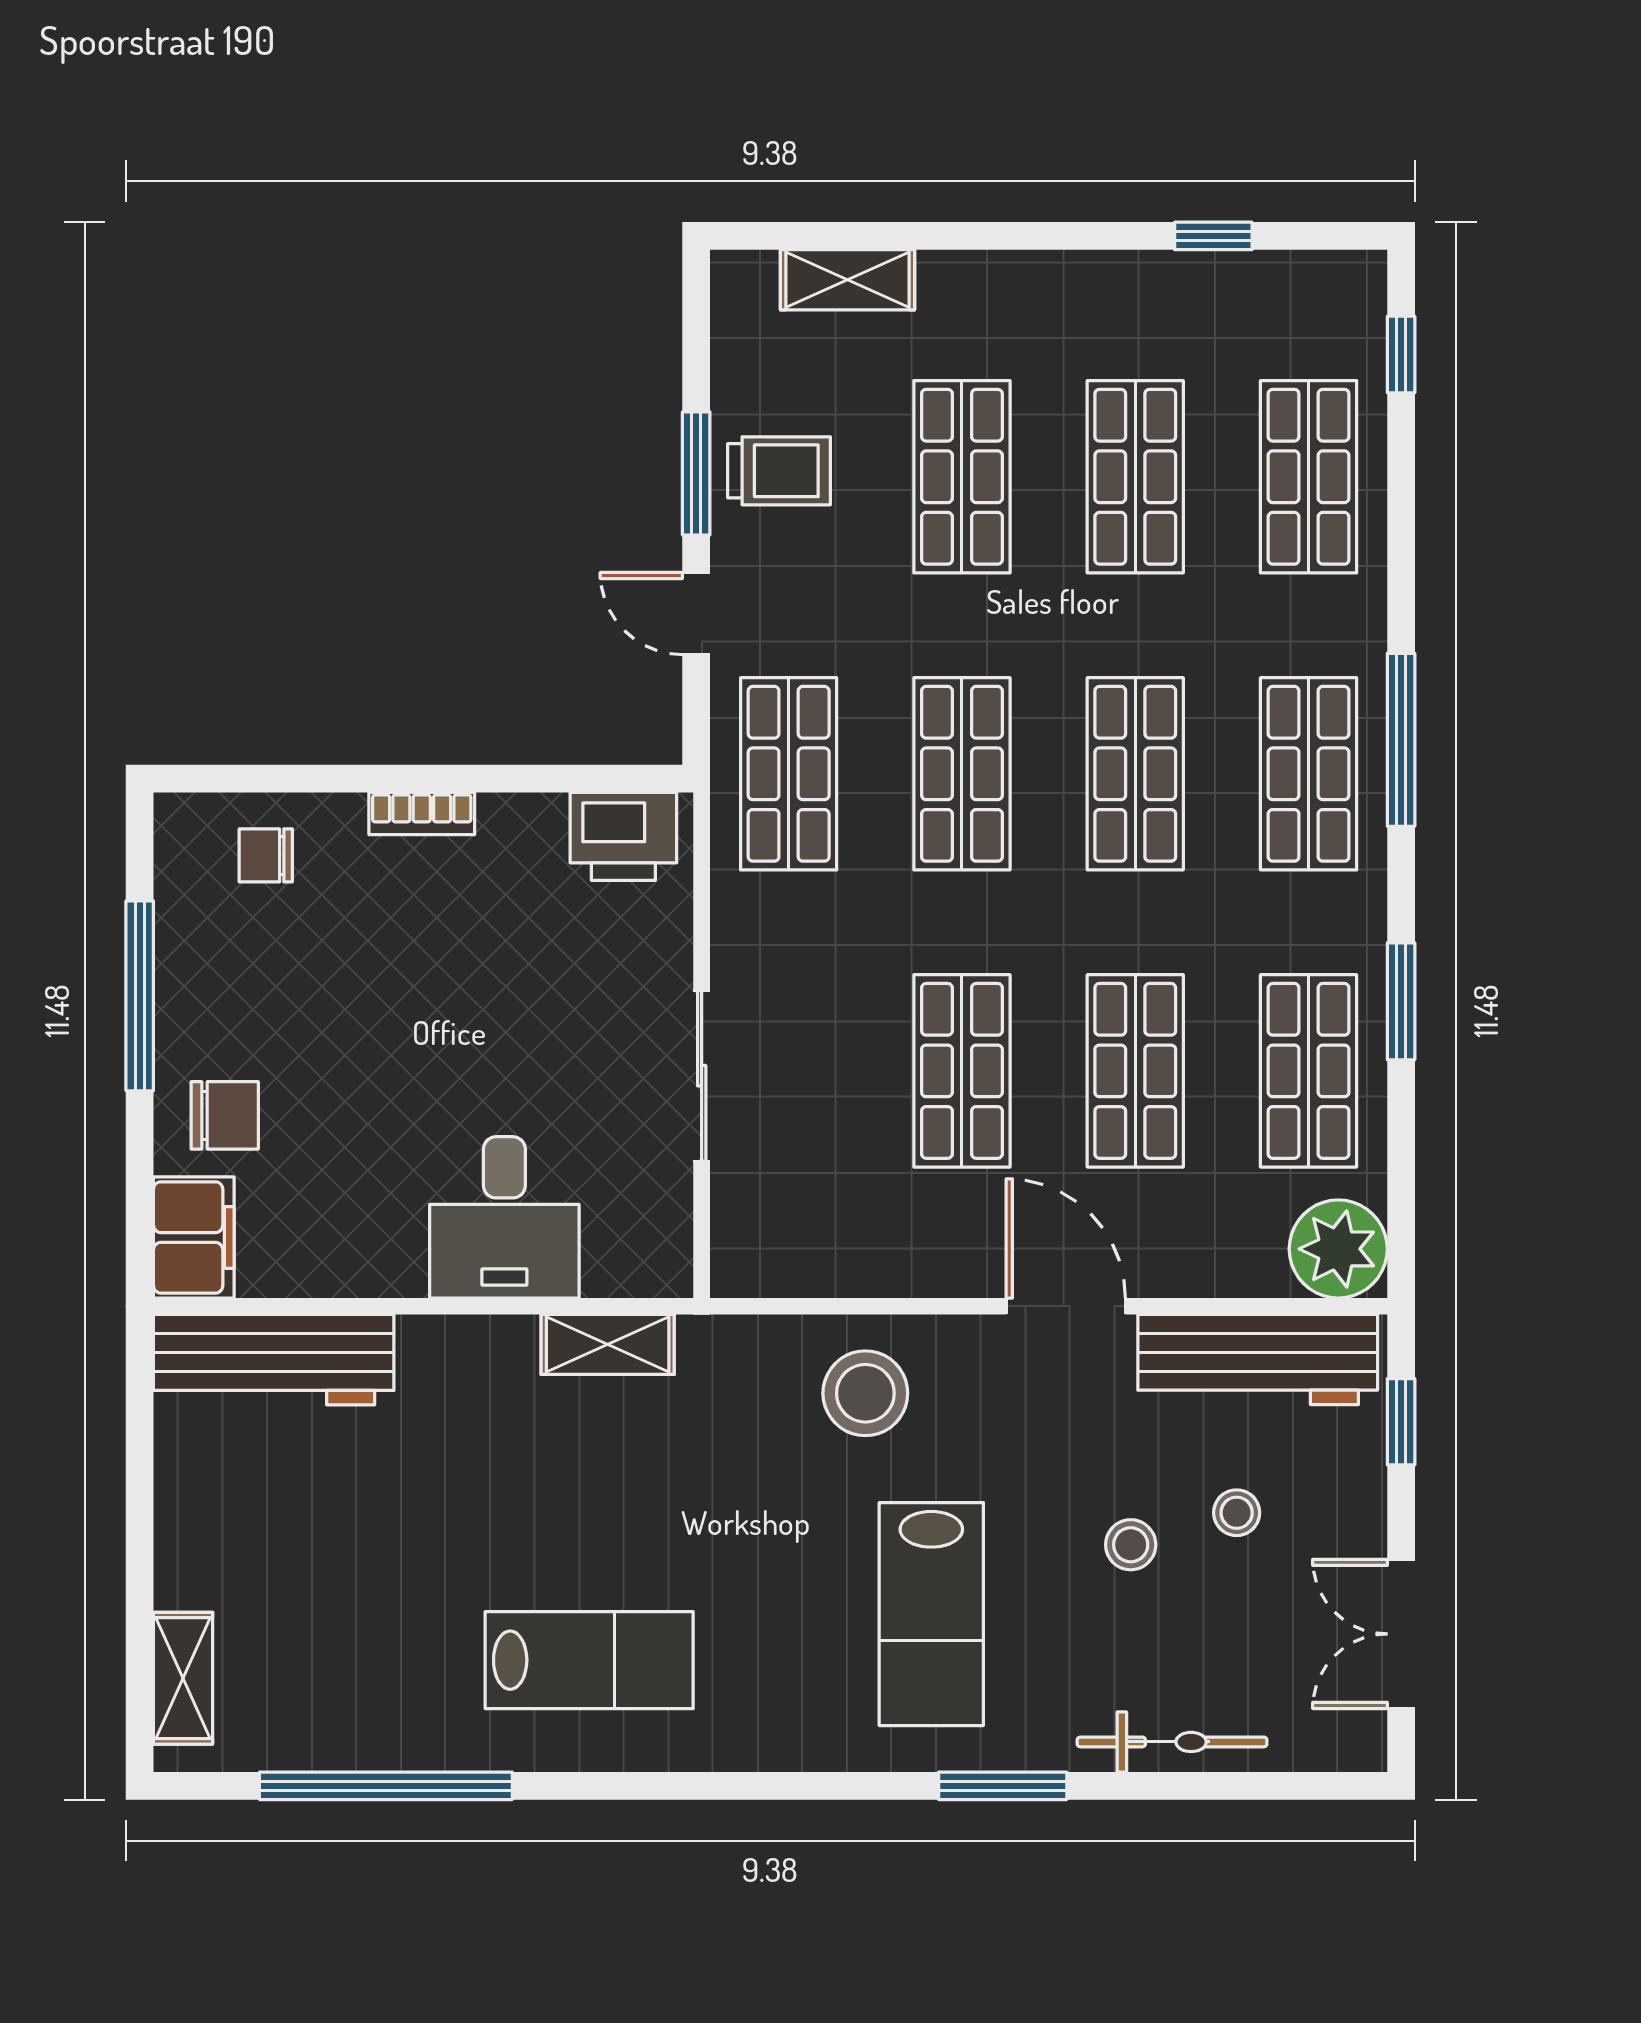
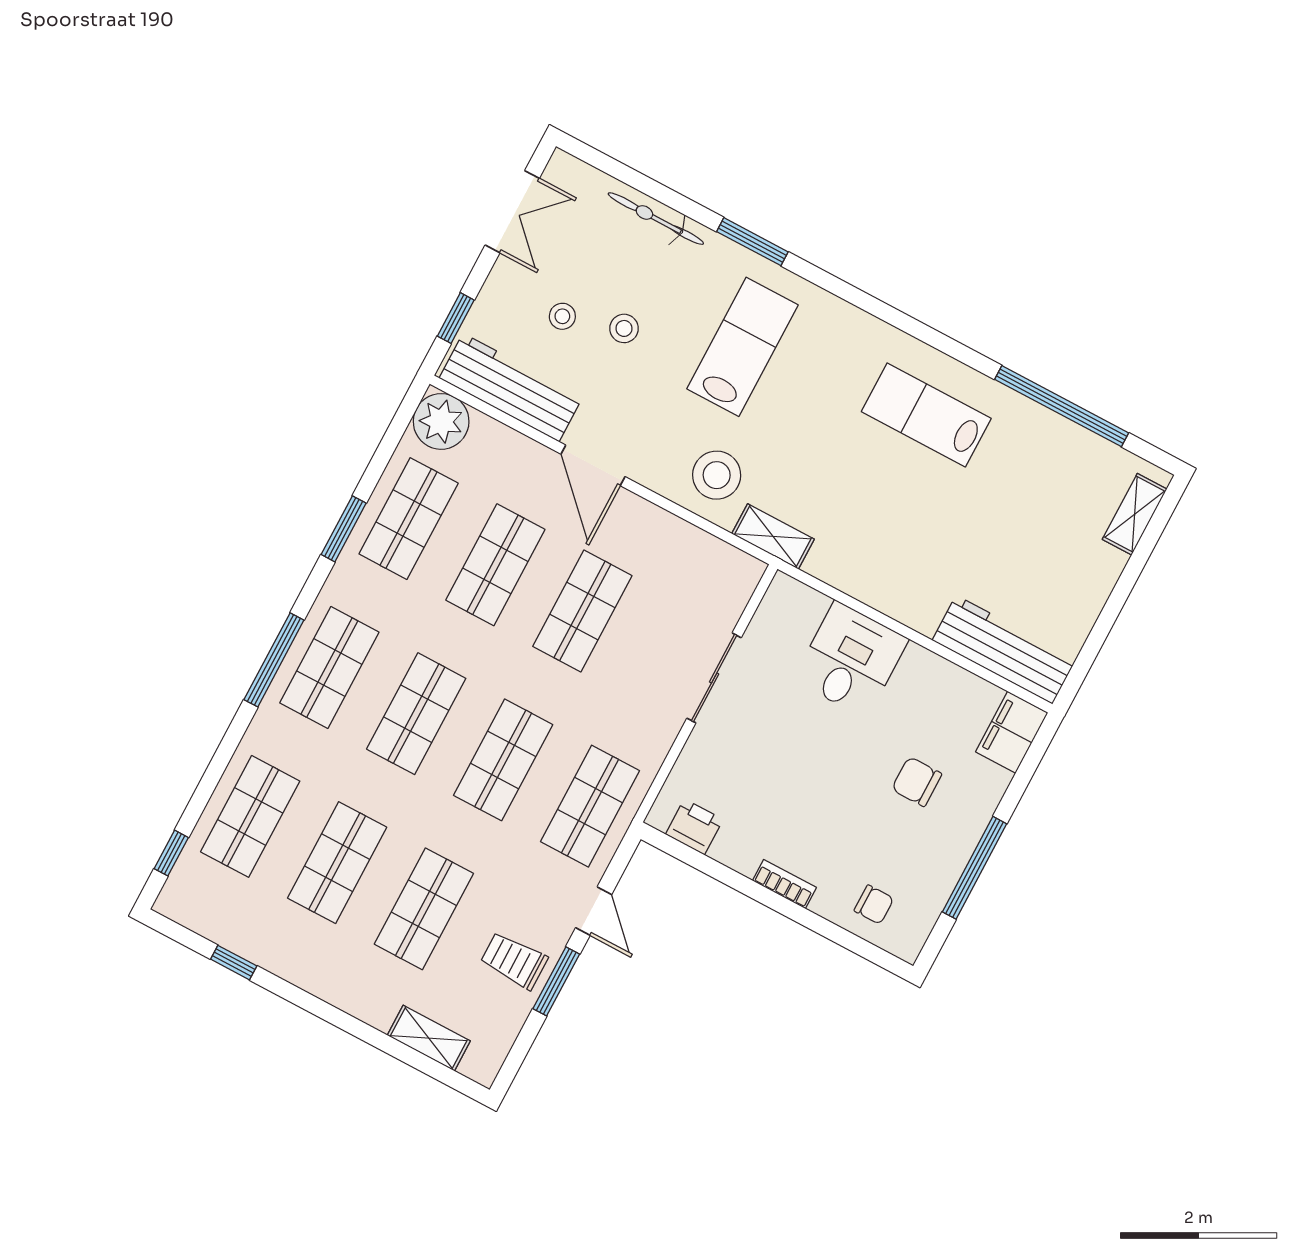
printer: (623, 836) -> (694, 827), width x0.73, depth x0.81
chair: (225, 1115) -> (917, 782), moved
shelving: (608, 1344) -> (773, 536), moved

